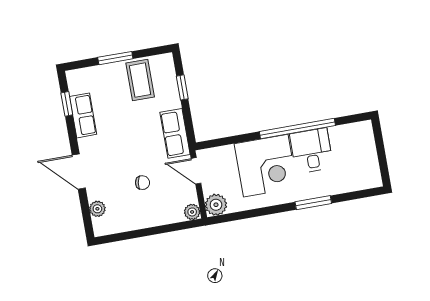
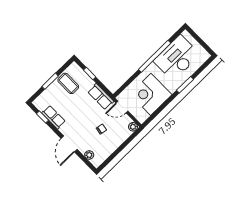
desk: (311, 151) -> (177, 58), width x1.87, depth x1.30
corner desk: (266, 166) -> (151, 94), moved, turned 180
door: (79, 172) -> (69, 144), hinge flipped
plant: (216, 205) -> (142, 116), removed

